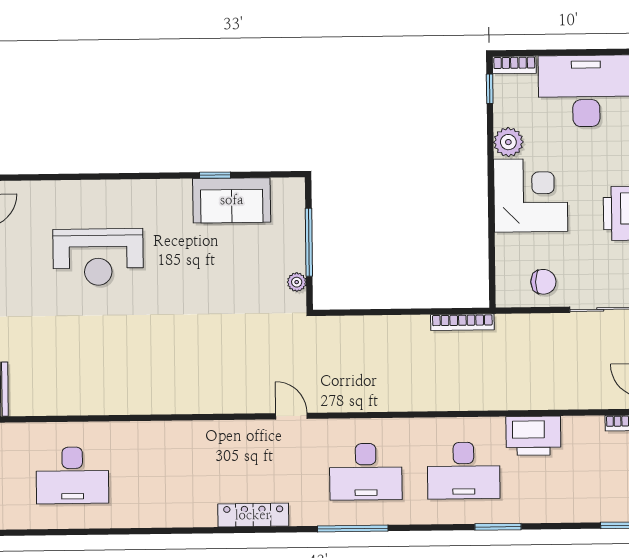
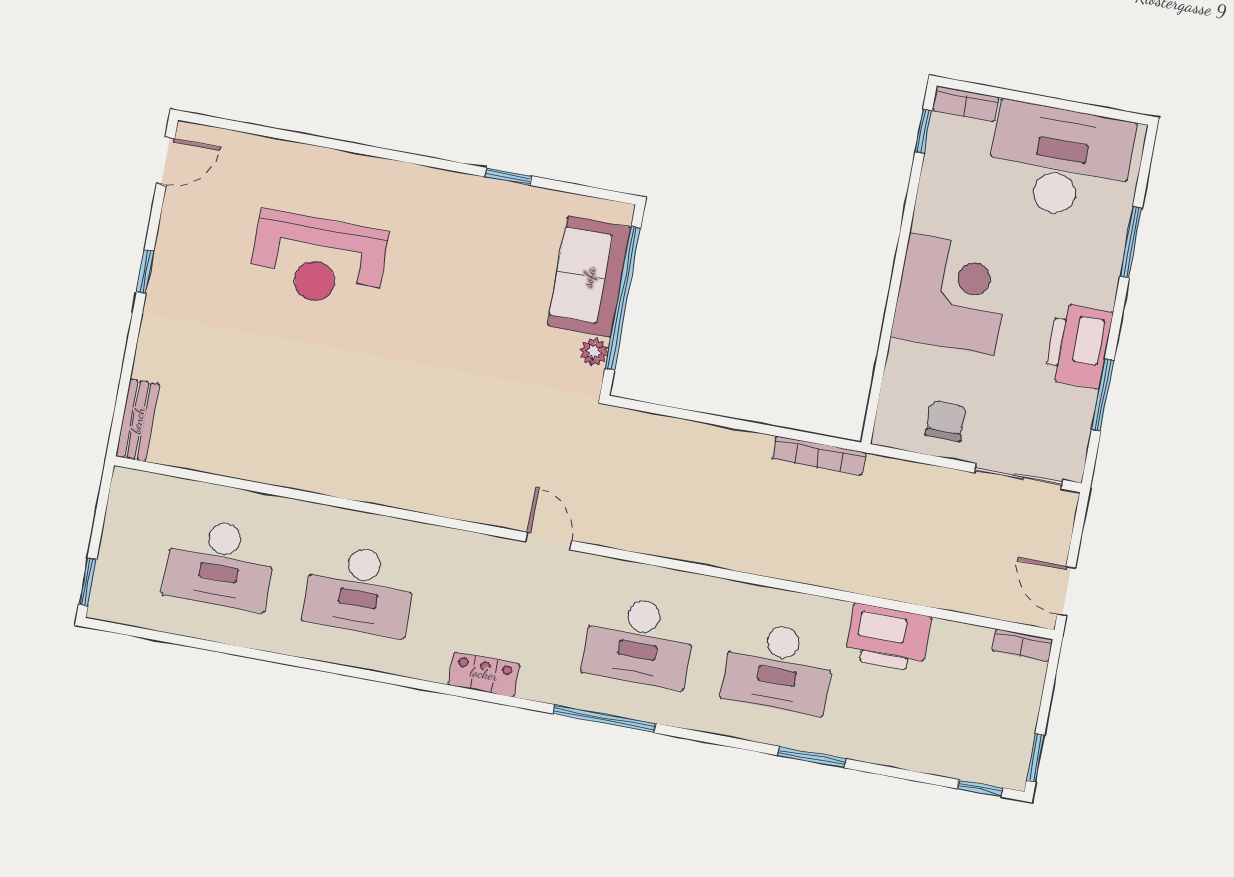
plant: (508, 142) -> (935, 212), removed
sofa: (232, 200) -> (589, 277), moved, turned 90
window: (309, 242) -> (623, 298), width x1.46
chair: (543, 282) -> (946, 421), turned -90
desk: (170, 474) -> (360, 590), added
locker: (253, 515) -> (484, 674), width x0.66

